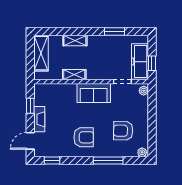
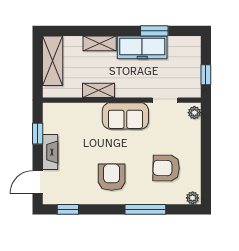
freezer: (140, 62) -> (142, 47), moved, turned -90
armchair: (84, 137) -> (112, 177), turned -90

